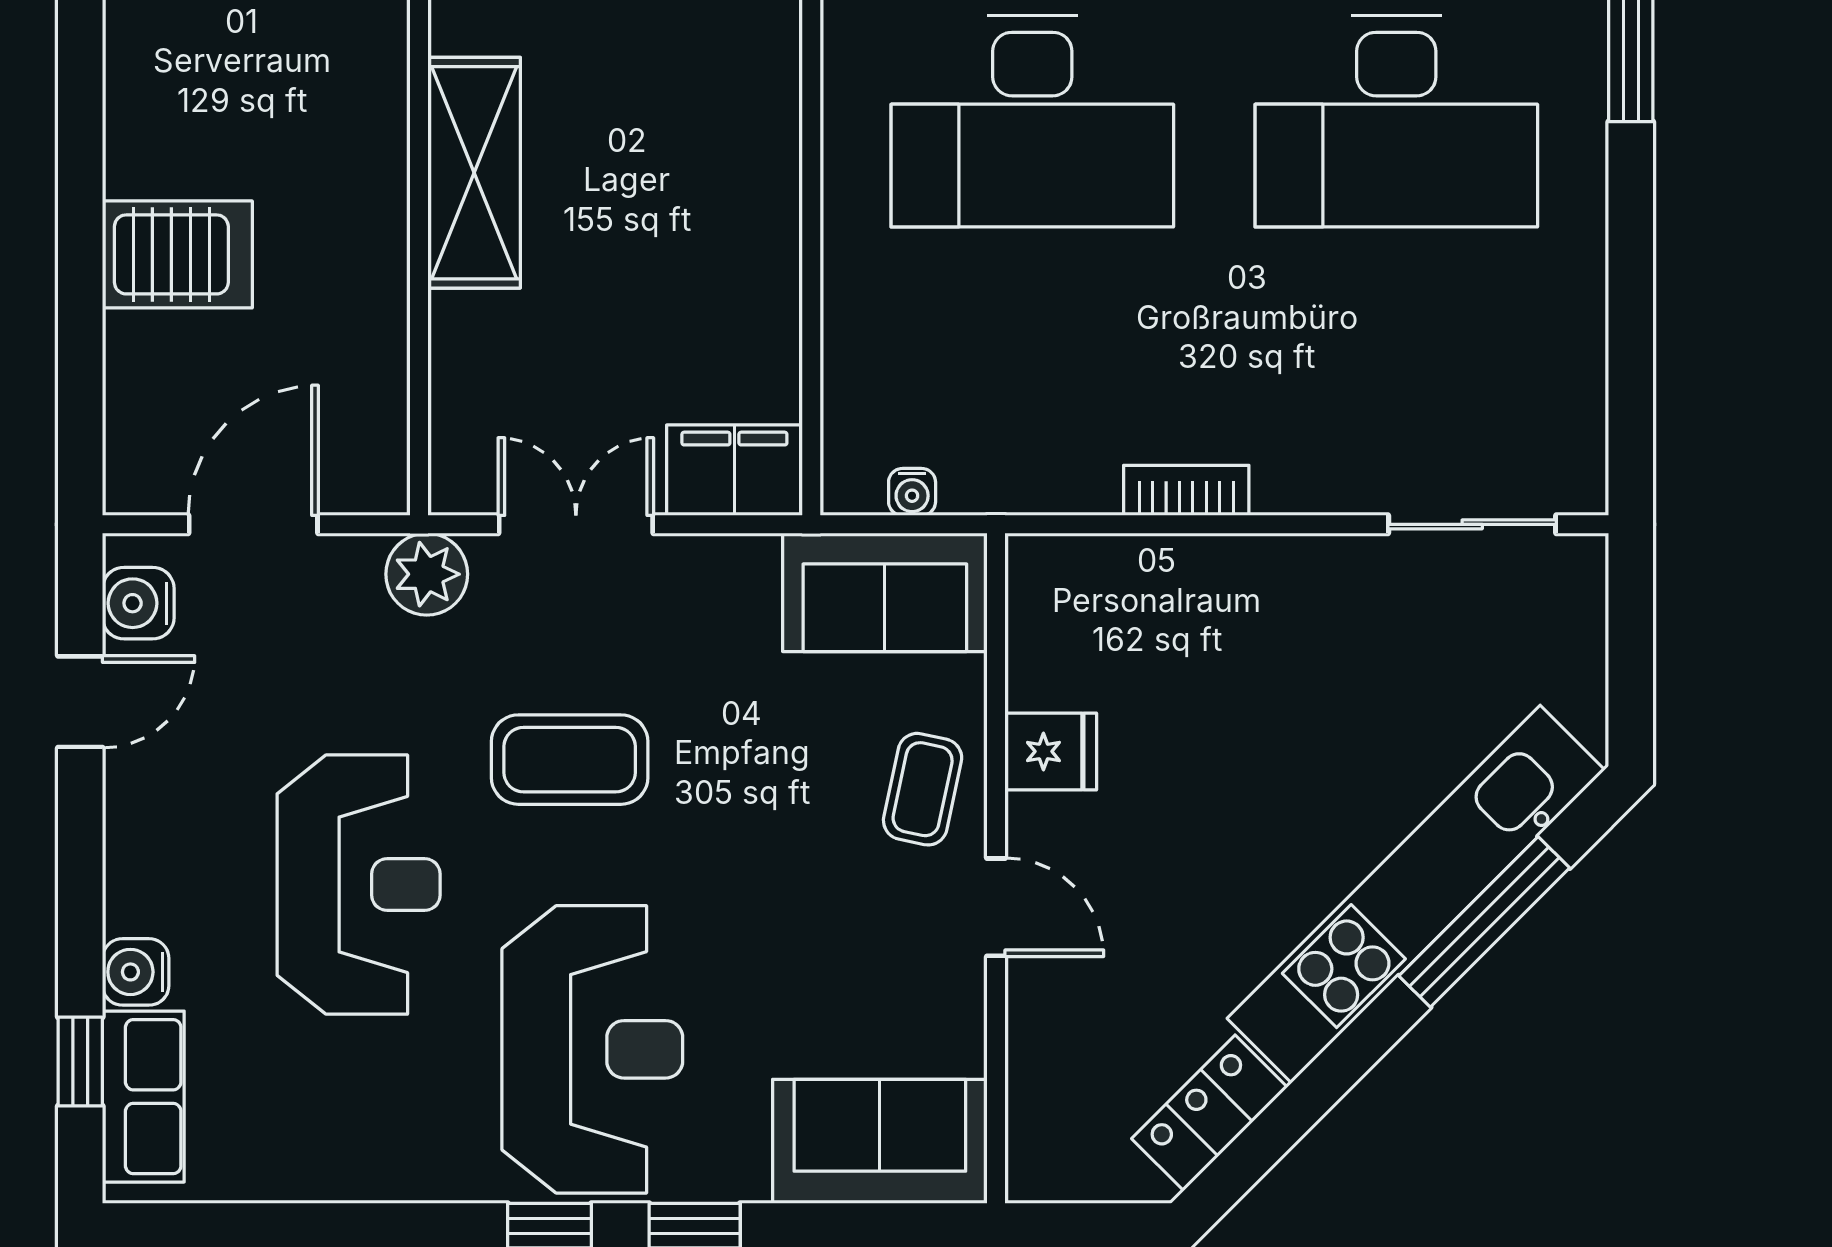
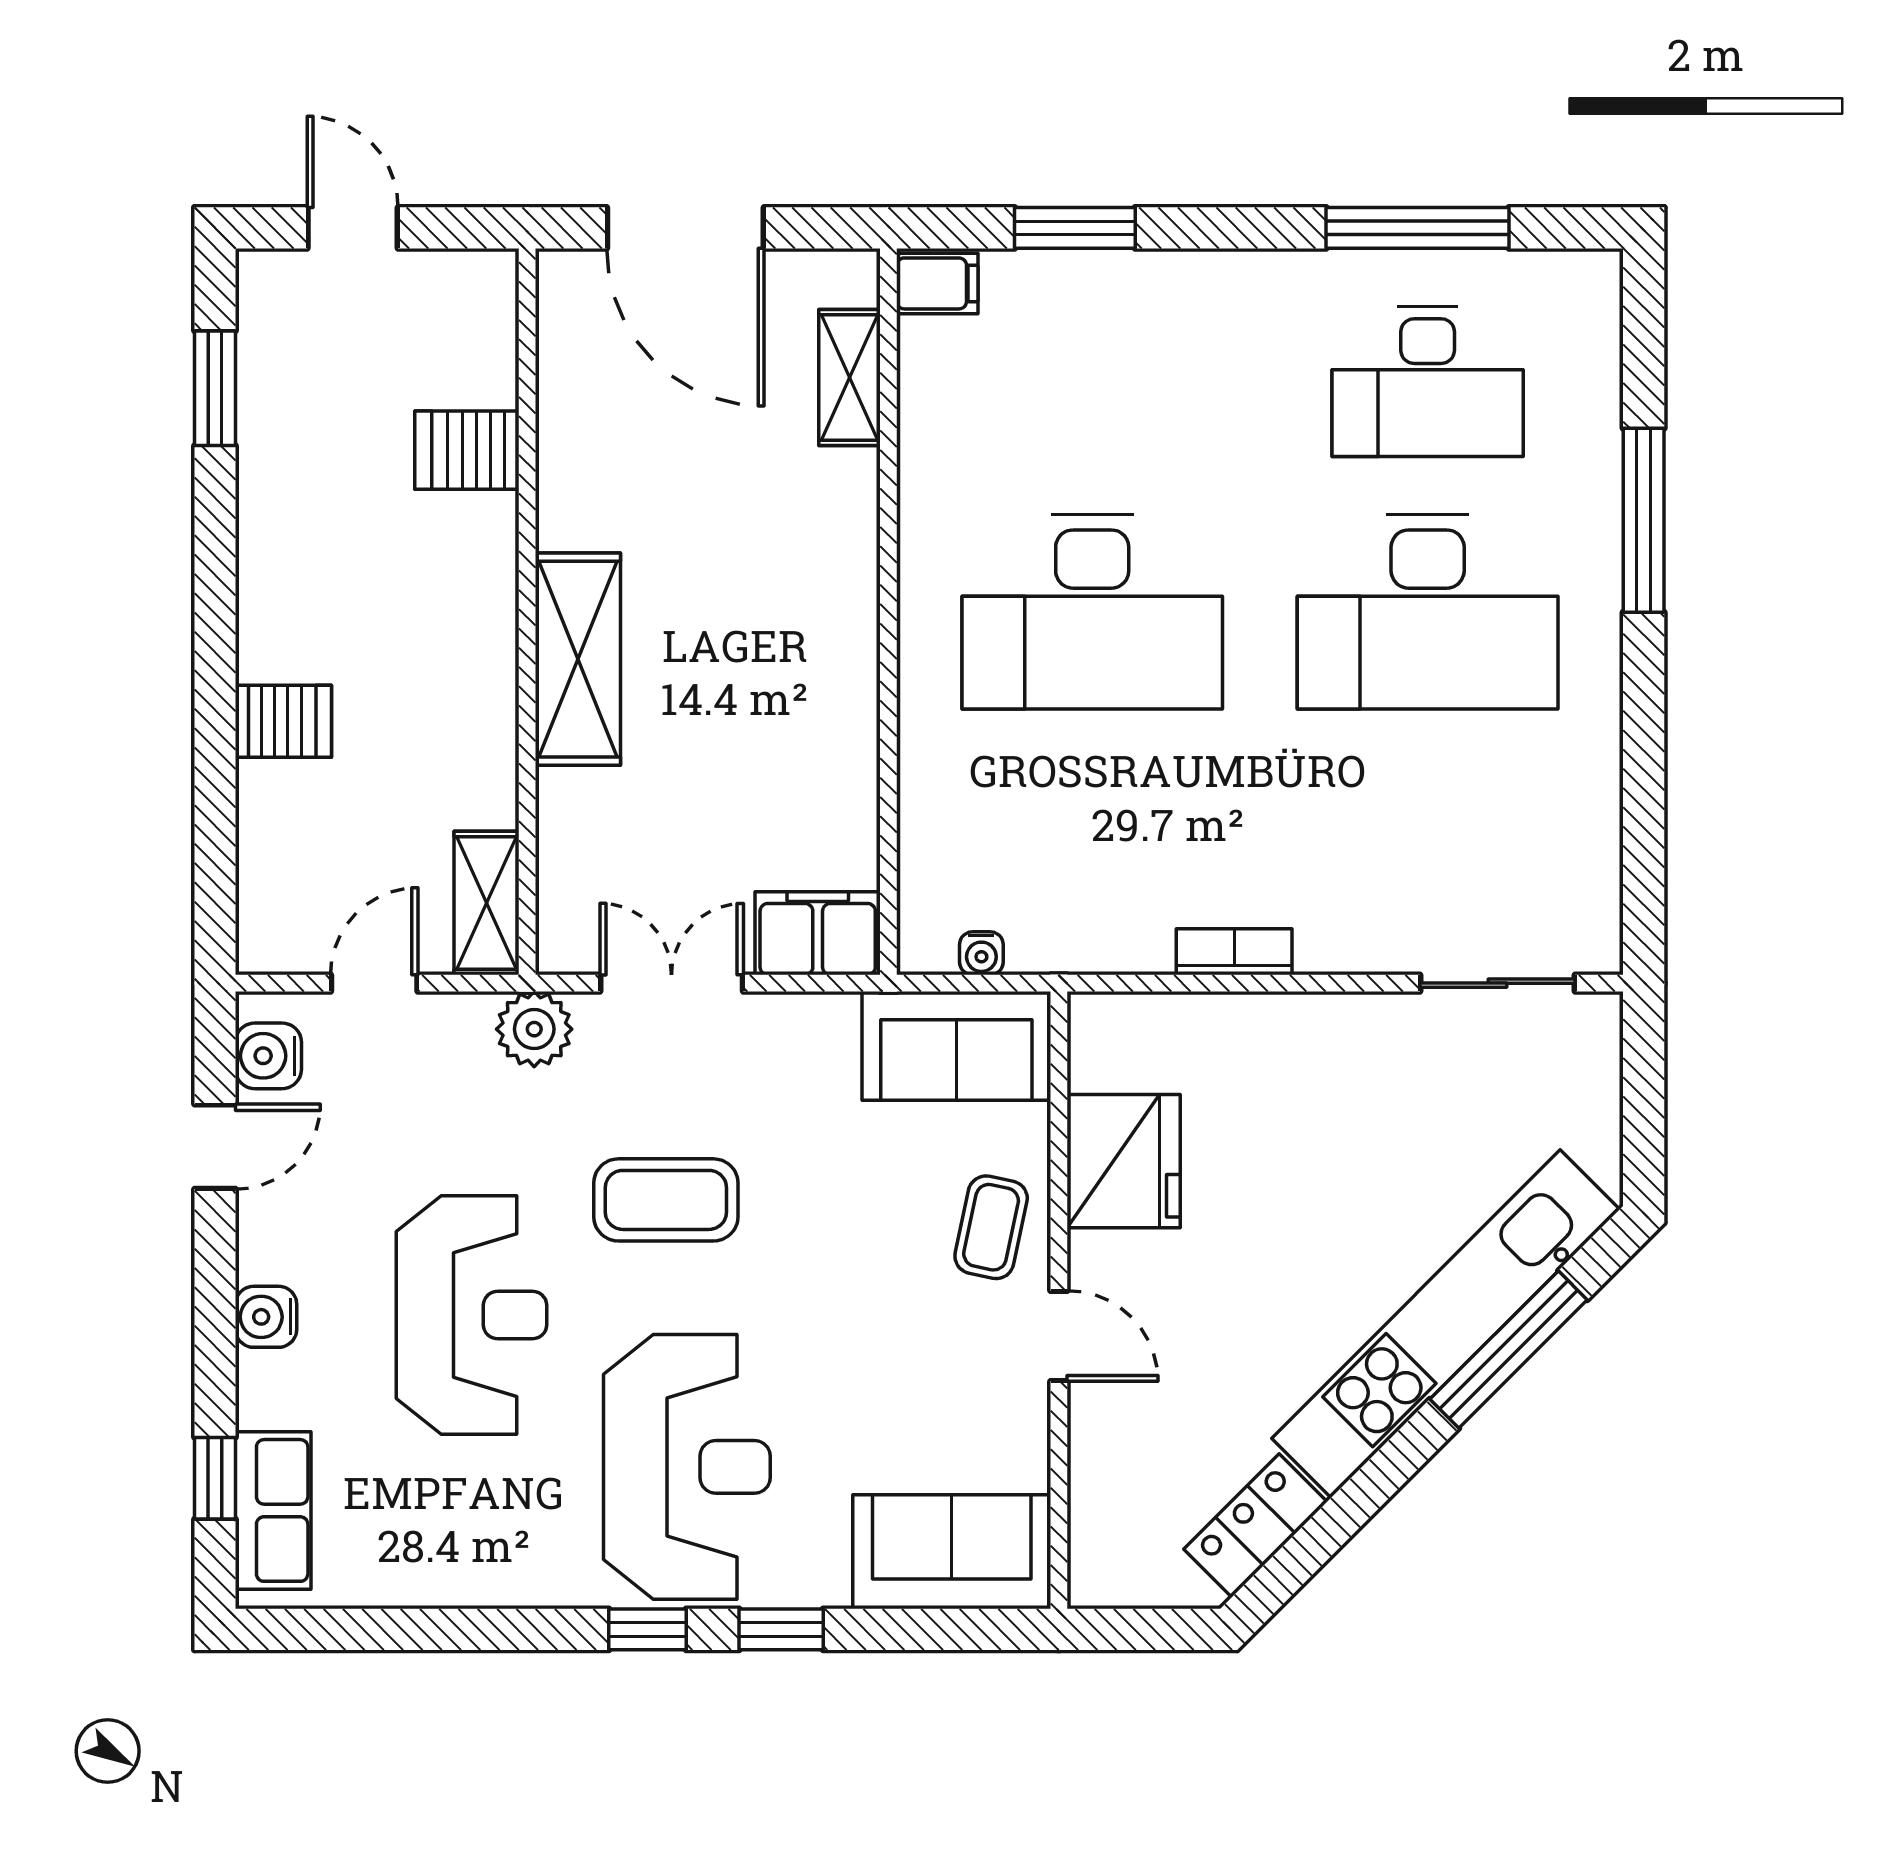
server rack: (177, 254) -> (283, 721), width x0.73, depth x0.70
shelving: (375, 437) -> (487, 903), added
door: (253, 524) -> (374, 983), width x0.73
fridge: (1051, 751) -> (1124, 1161), width x1.88, depth x1.34
water cooler: (136, 972) -> (266, 1317), moved

